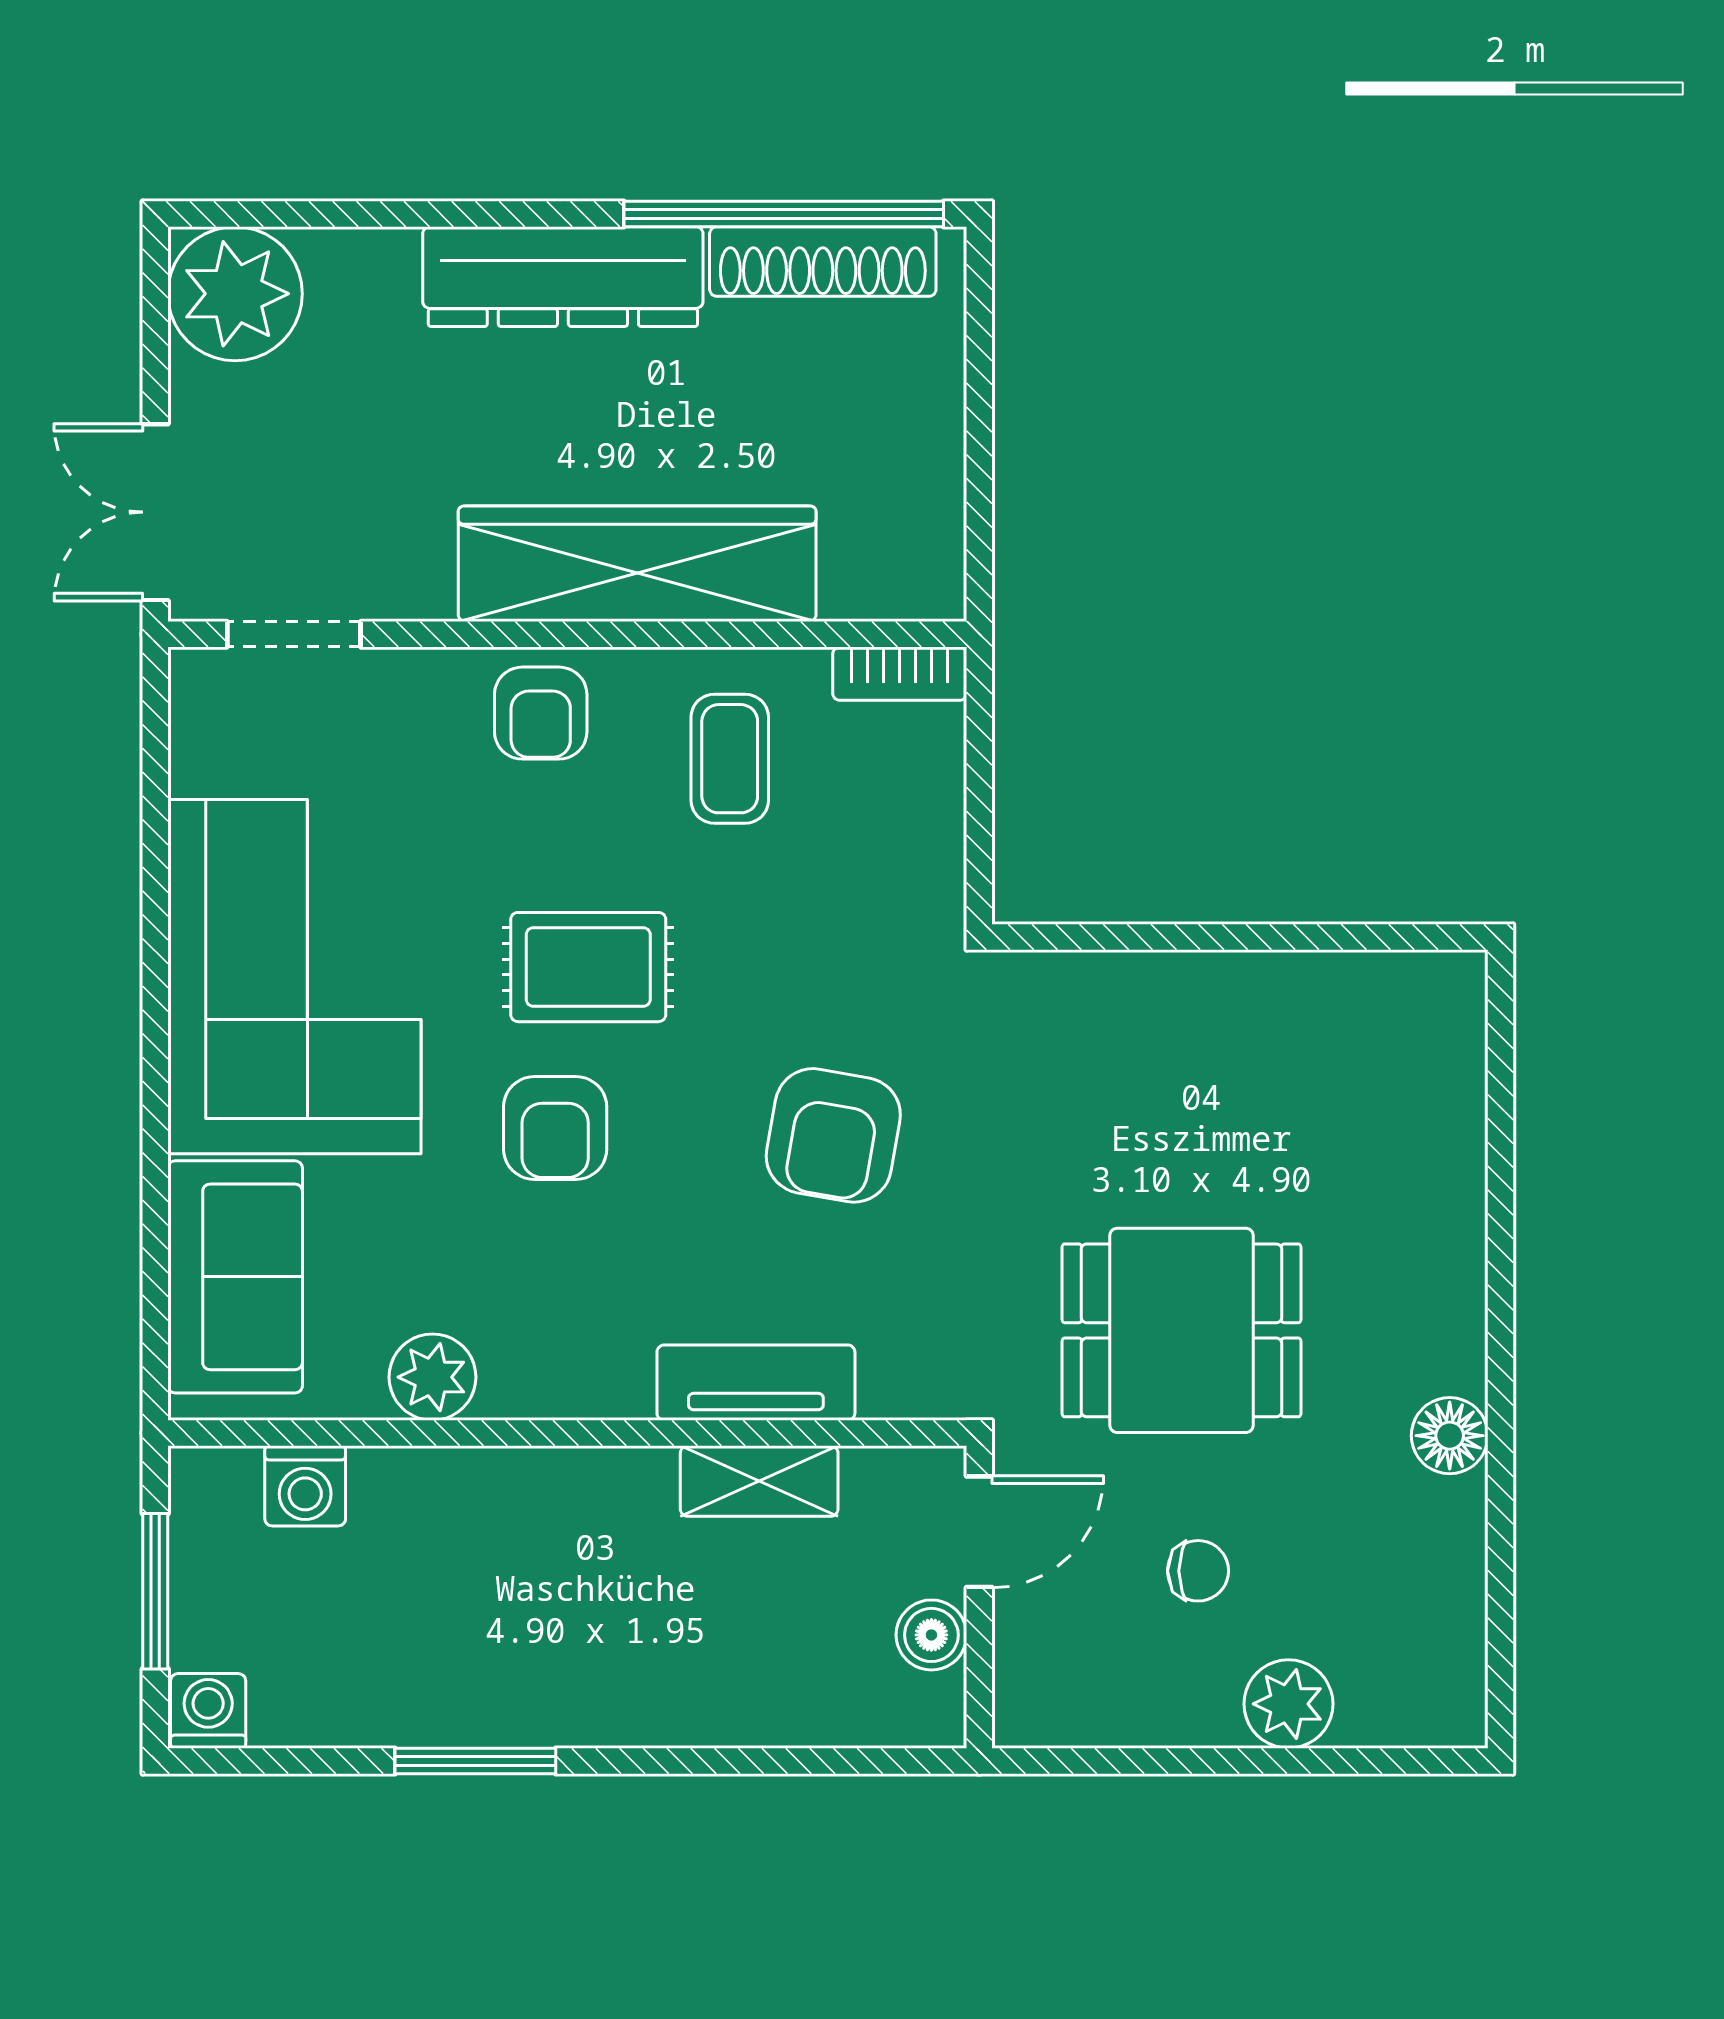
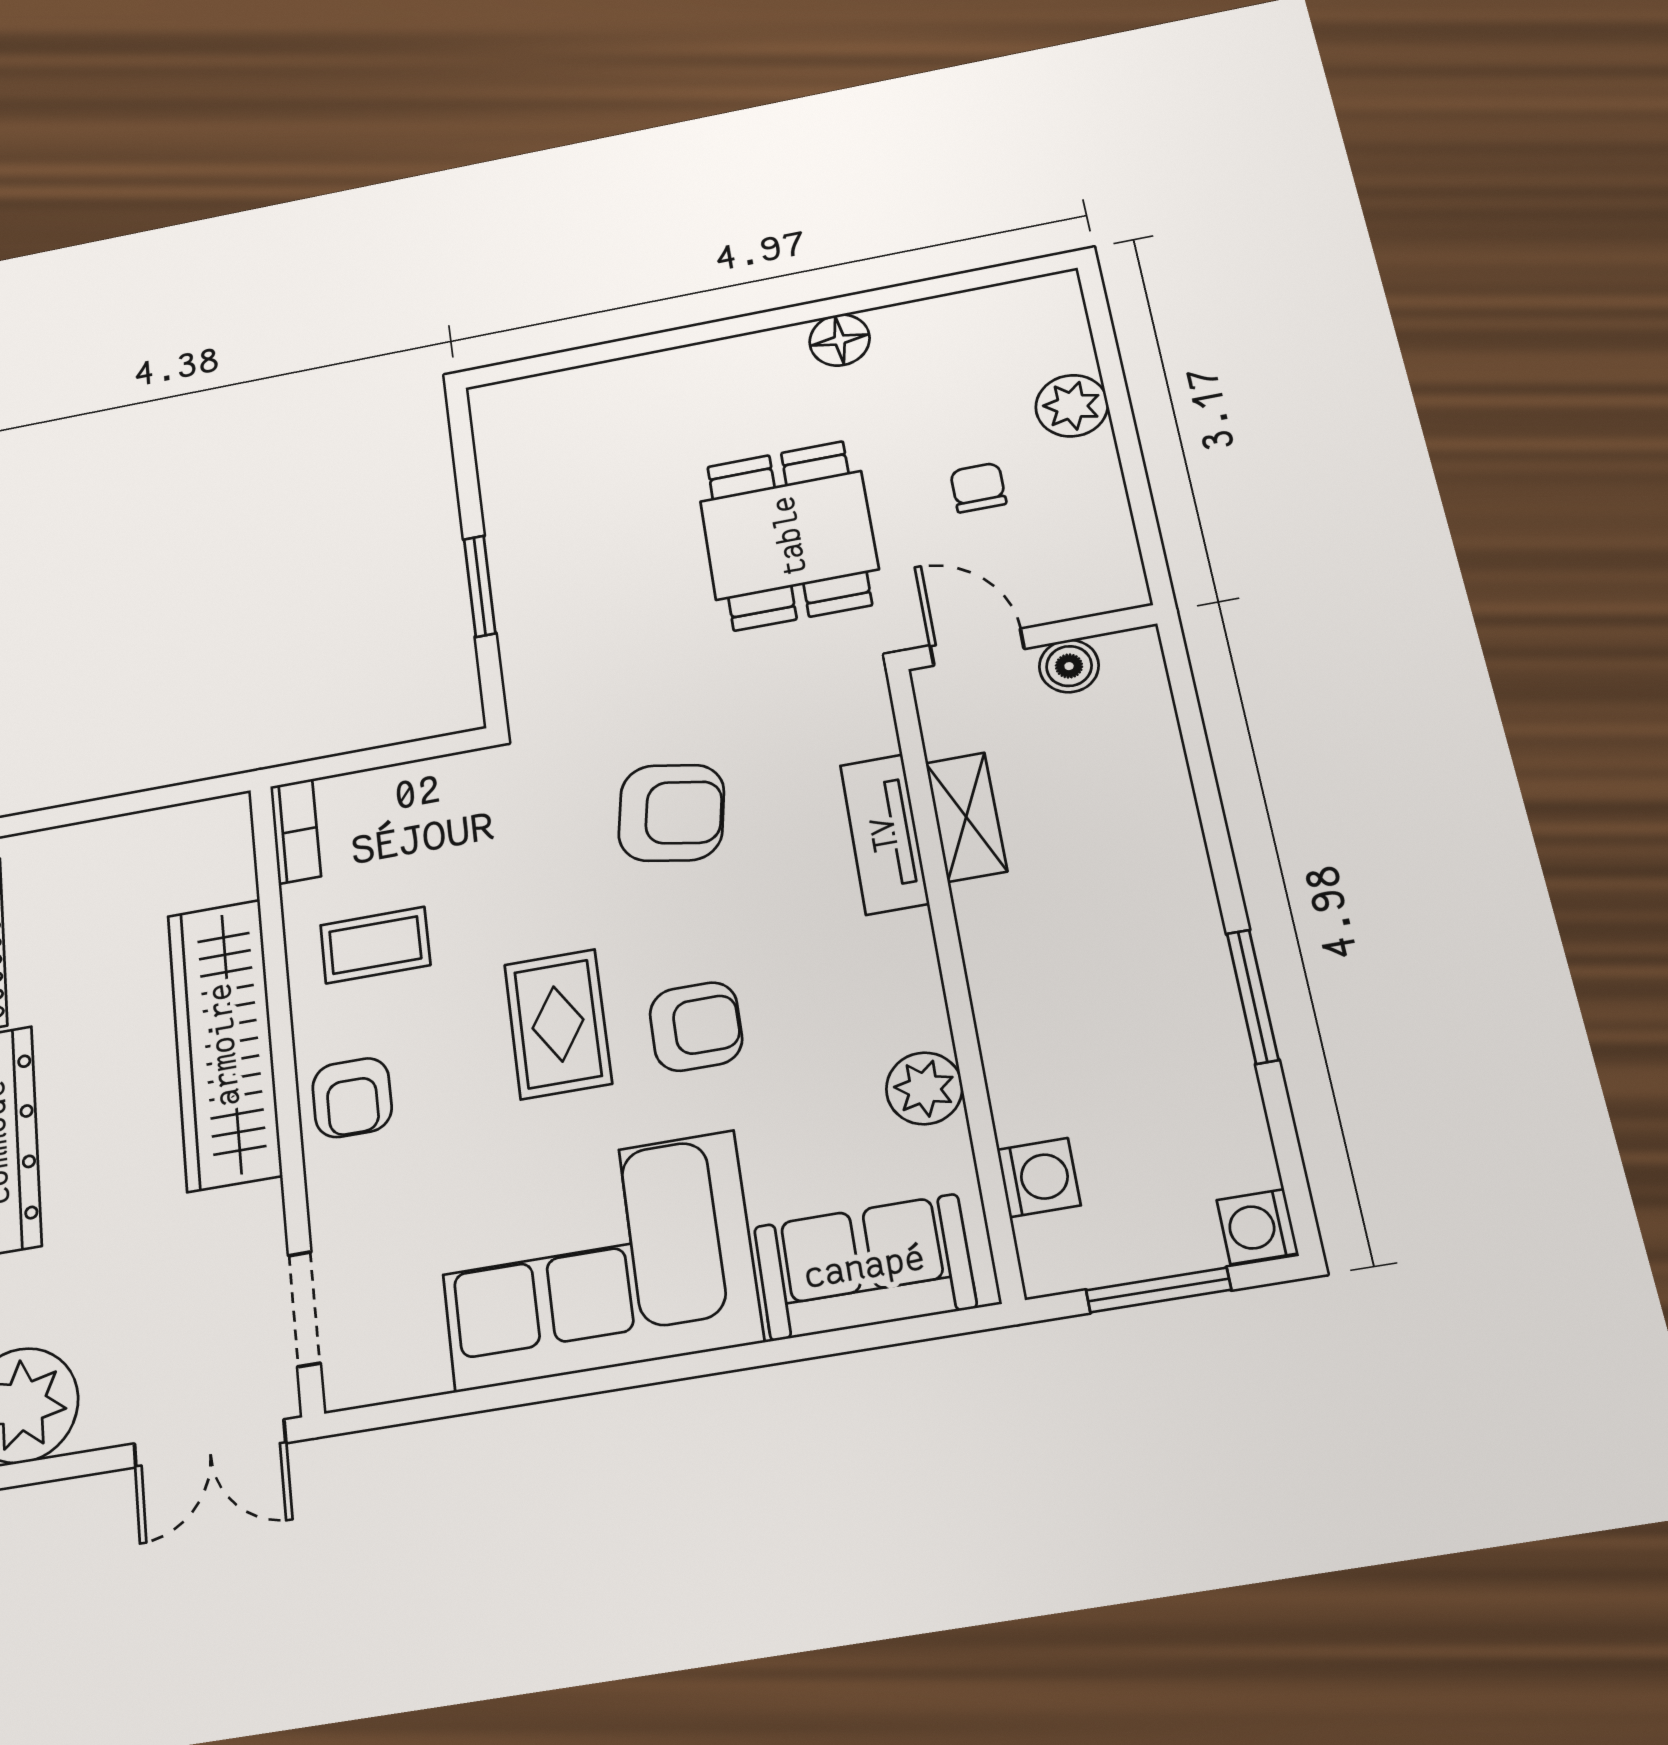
armchair: (541, 713) -> (352, 1098), turned 90
window: (1192, 937) -> (480, 586), added

